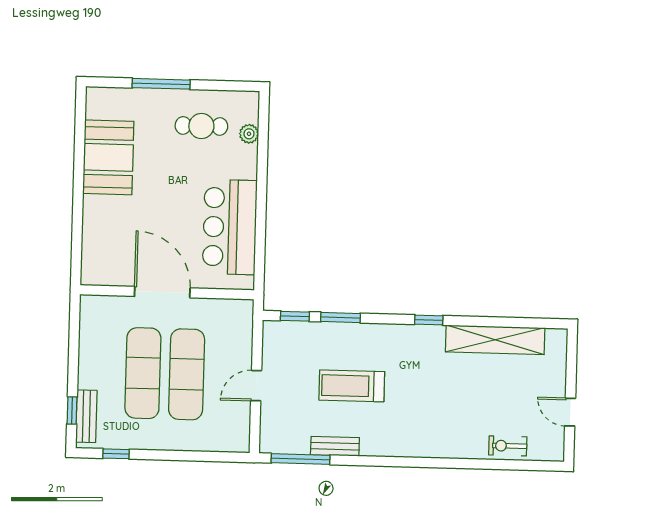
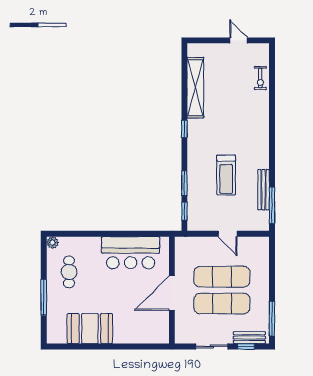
plant: (249, 134) -> (52, 242), moved
sliding door: (74, 355) -> (212, 346), added
door: (570, 412) -> (239, 40), swing flipped
bench: (335, 446) -> (264, 190), width x1.36
window: (116, 454) -> (272, 319), width x2.17

